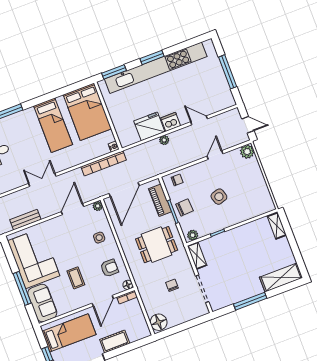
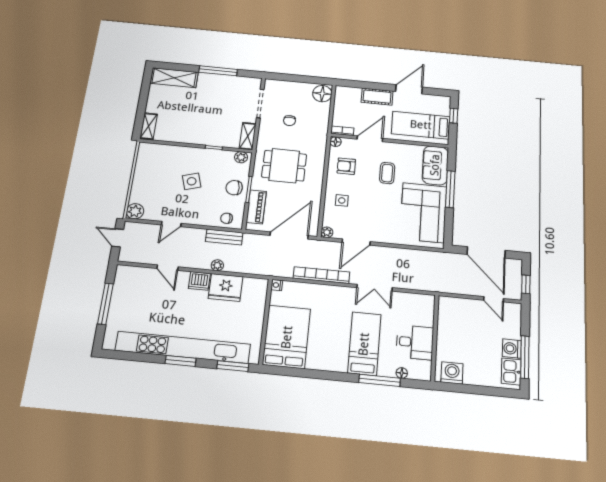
bed: (53, 125) -> (364, 344), moved
bookcase: (104, 163) -> (321, 275), moved
bench: (25, 220) -> (224, 237), moved

